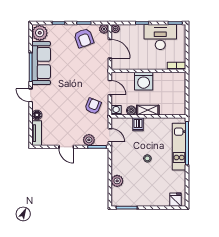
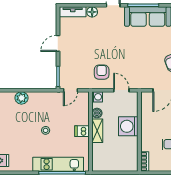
door: (110, 88) -> (121, 90), swing flipped
armchair: (93, 106) -> (102, 72), turned -112
dishwasher: (138, 124) -> (82, 131), moved
plant: (89, 140) -> (65, 68), removed

